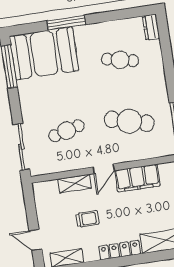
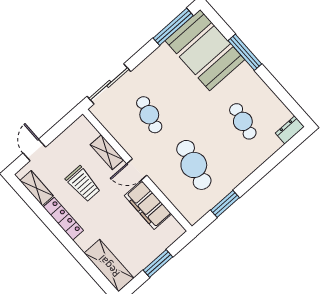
cafe table: (67, 131) -> (149, 115), turned 30
trolley: (87, 219) -> (83, 184), width x1.36, depth x1.39
locker: (120, 250) -> (63, 219), moved

